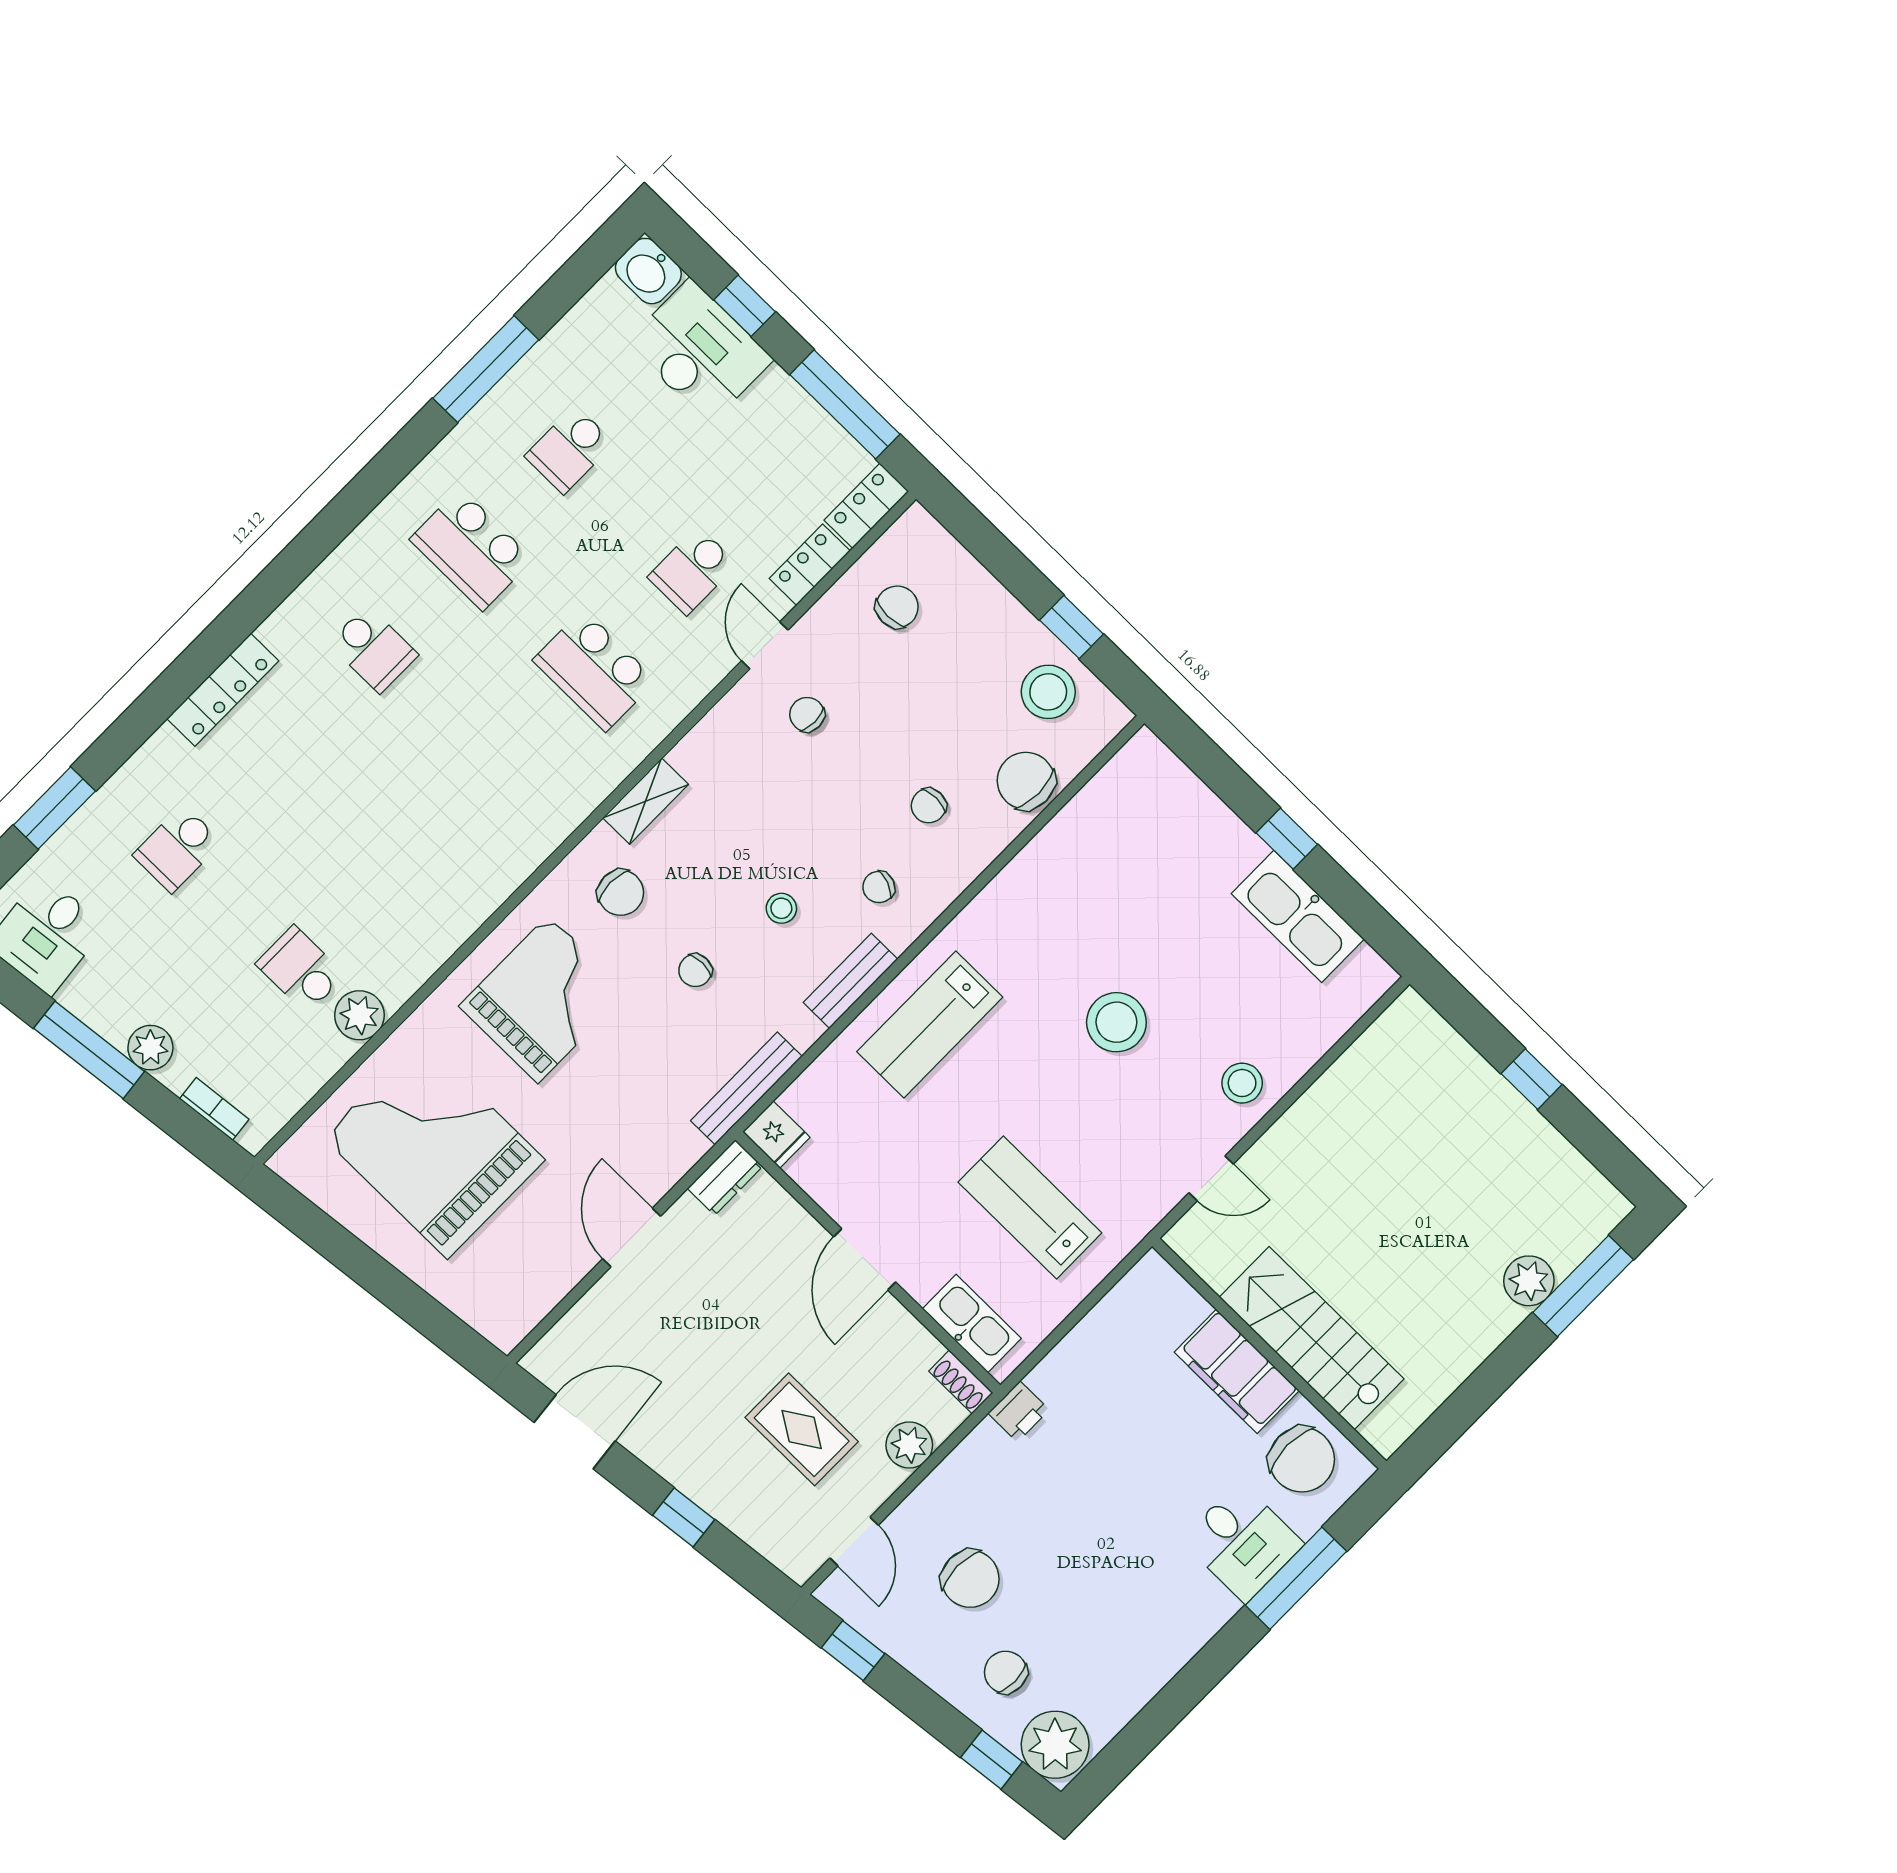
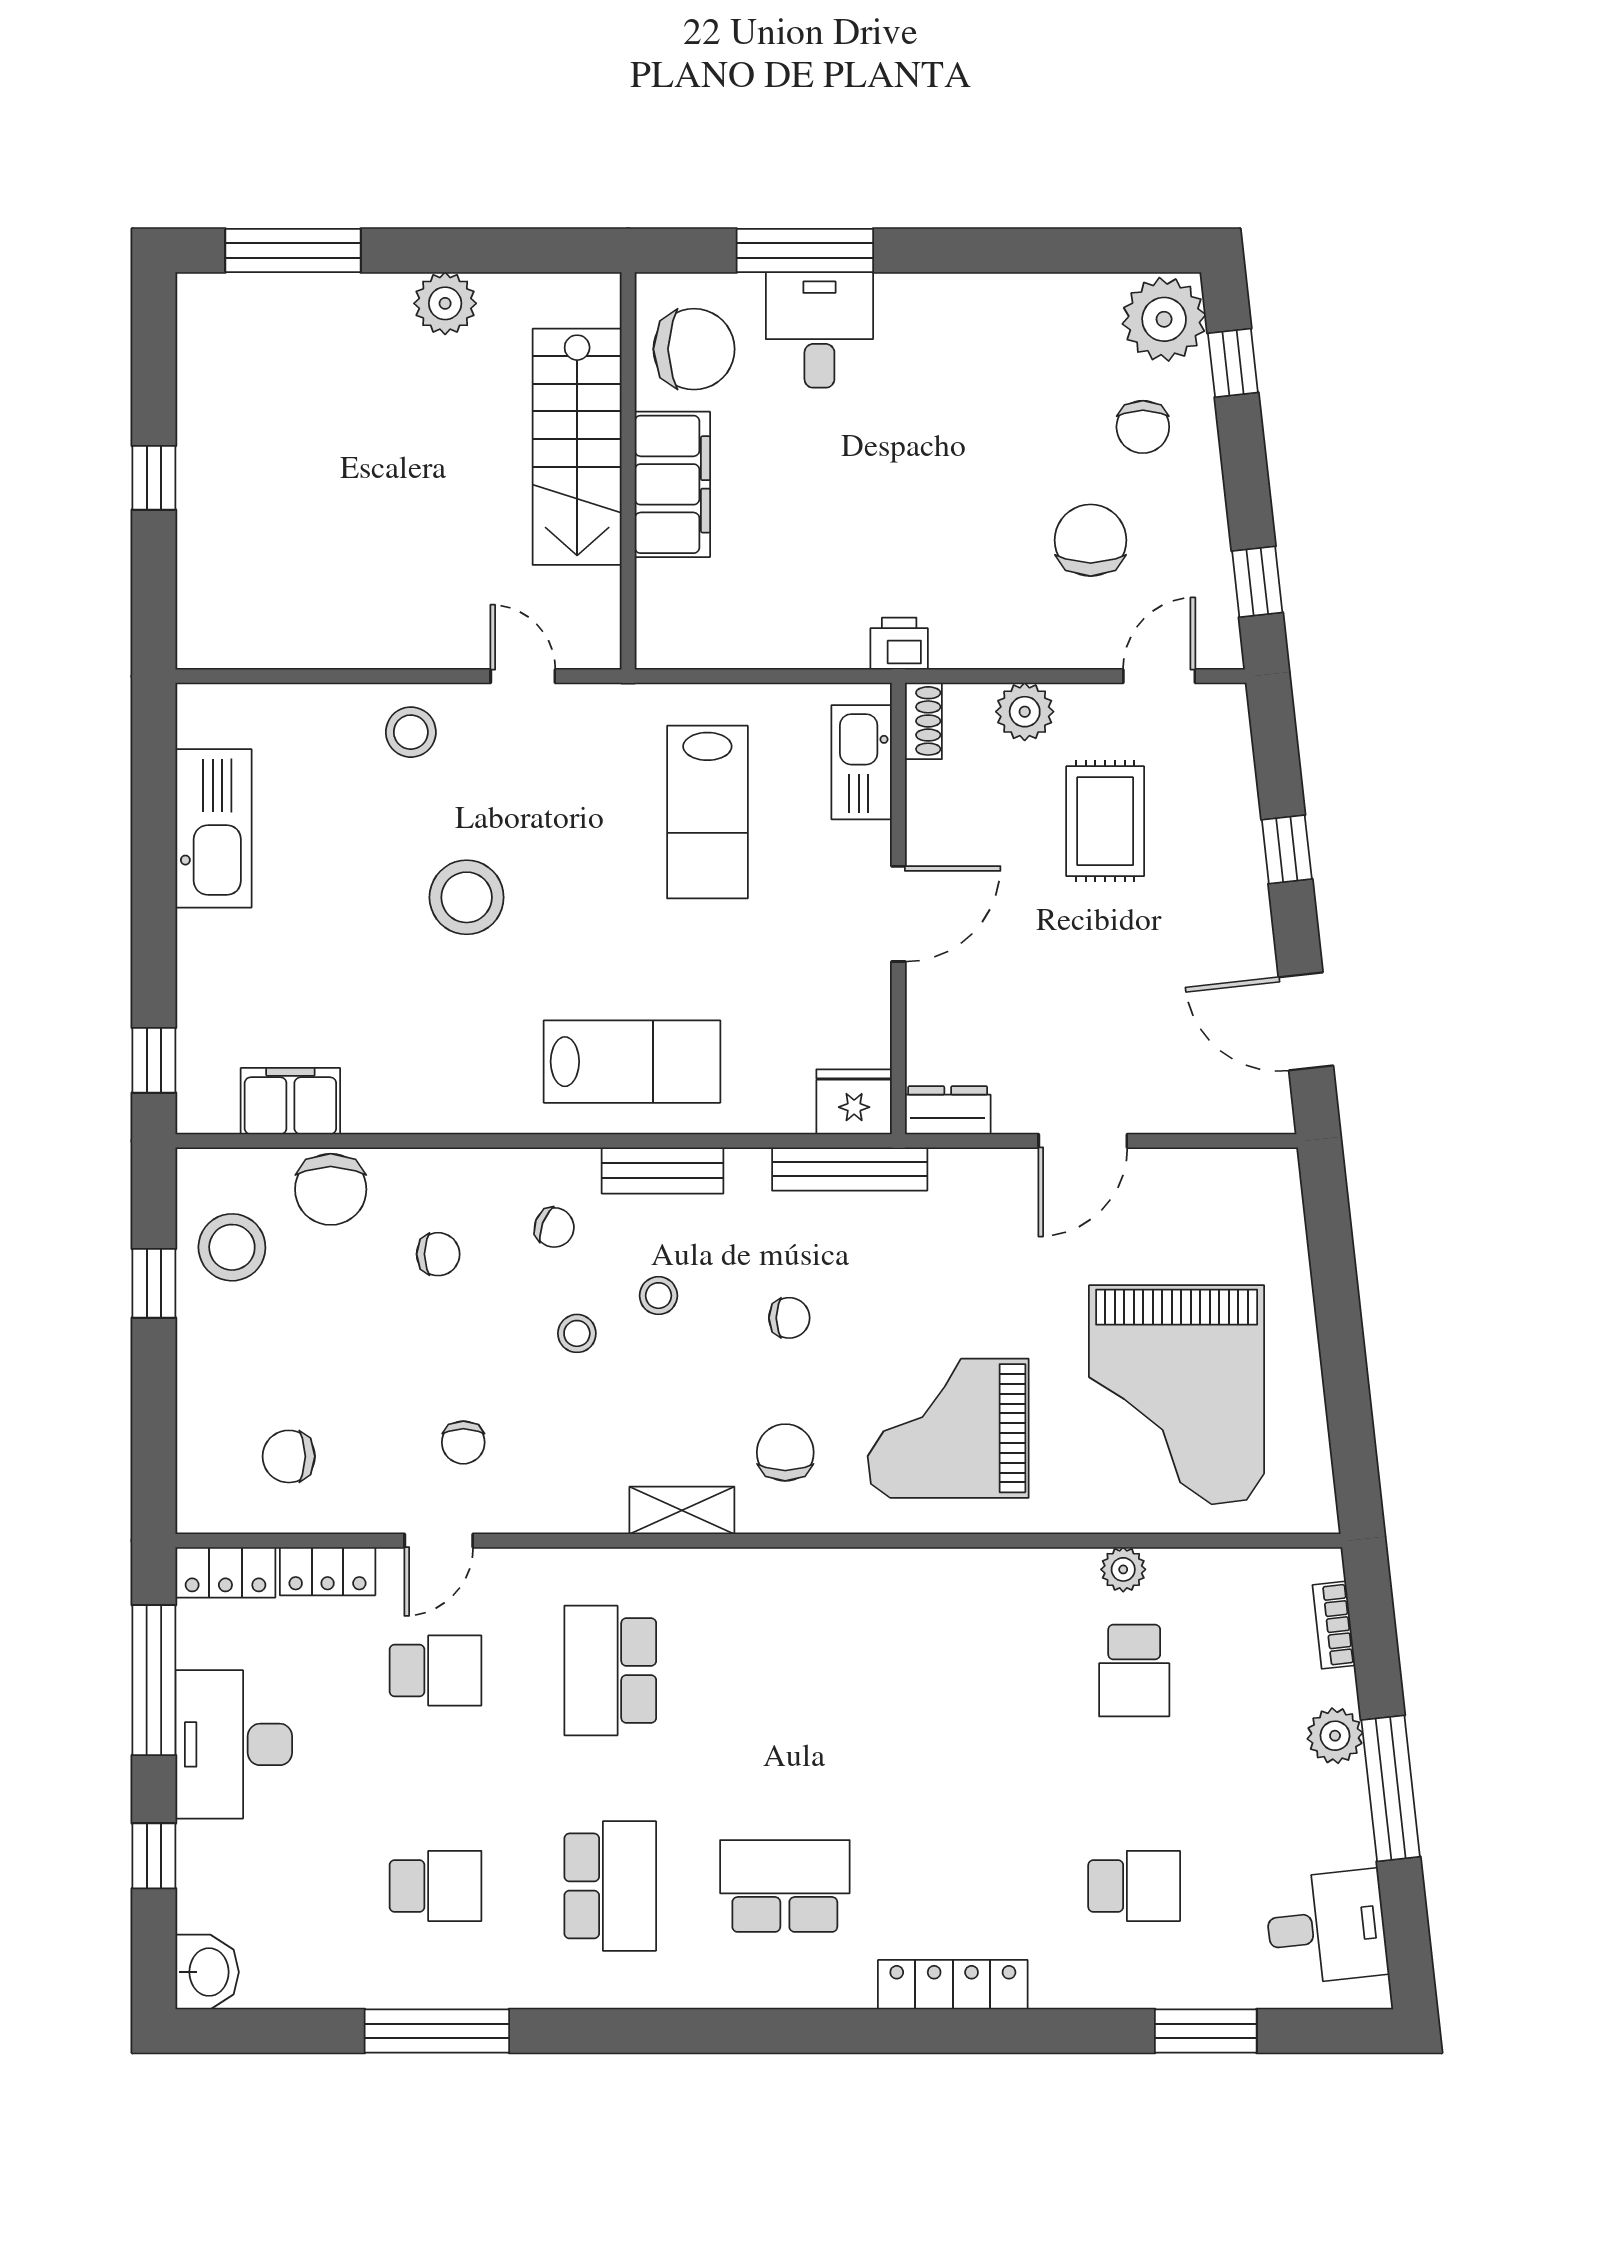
desk: (700, 351) -> (234, 1744), moved
school desk: (373, 649) -> (785, 1886), width x1.85
school desk: (594, 670) -> (610, 1670), turned 180
filing cabinet: (1099, 807) -> (290, 1101), added
window: (1287, 839) -> (154, 1060), moved
stool: (805, 840) -> (577, 1333), added
plant: (359, 1015) -> (1123, 1569), width x0.73, depth x0.73
fridge: (776, 1135) -> (854, 1102), width x1.38
plant: (1529, 1281) -> (445, 303), moved
chair: (1302, 1460) -> (694, 349), turned 90

